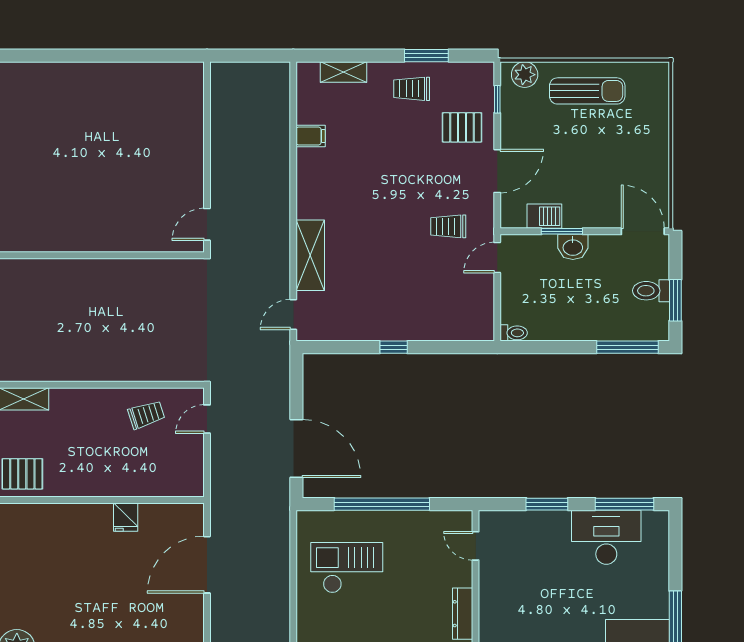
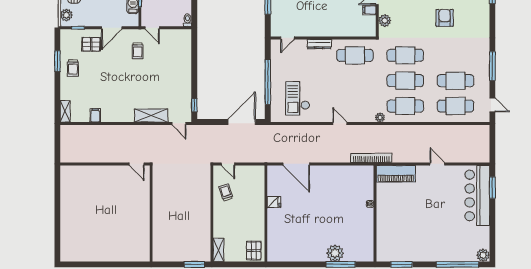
shelving: (343, 72) -> (65, 111), moved
pallet: (462, 127) -> (91, 44), turned 90
door: (497, 171) -> (112, 28), swing flipped
window: (394, 347) -> (194, 105), moved

